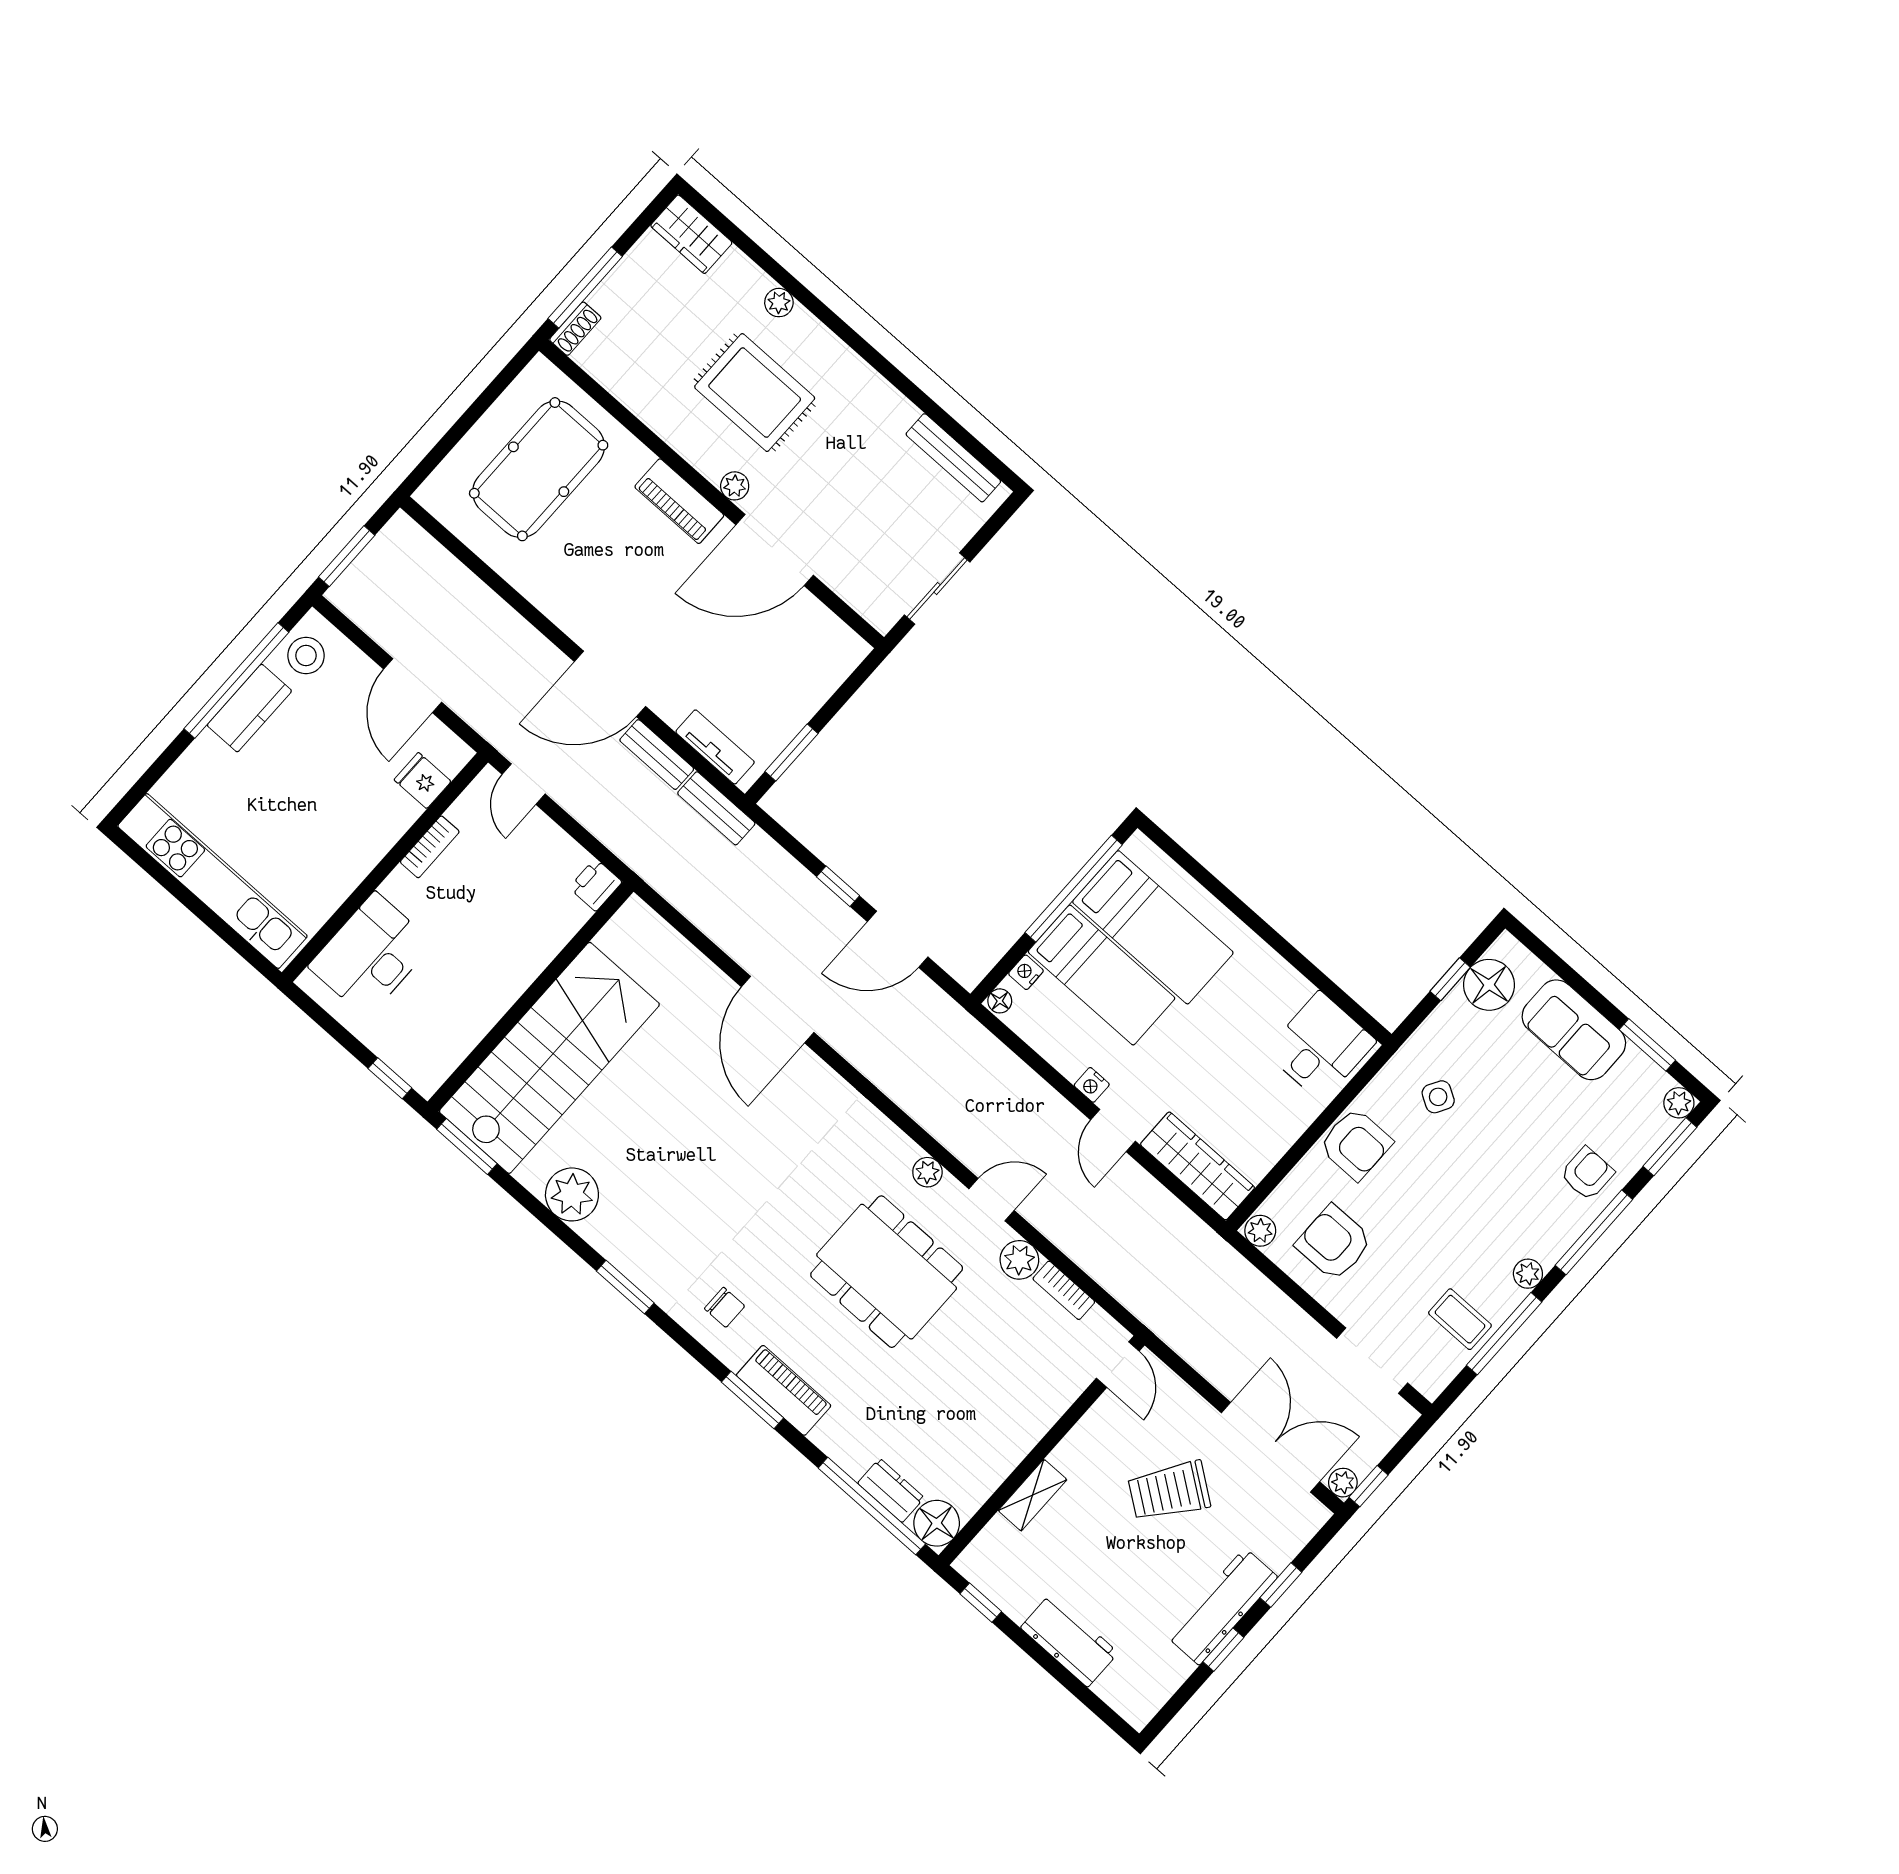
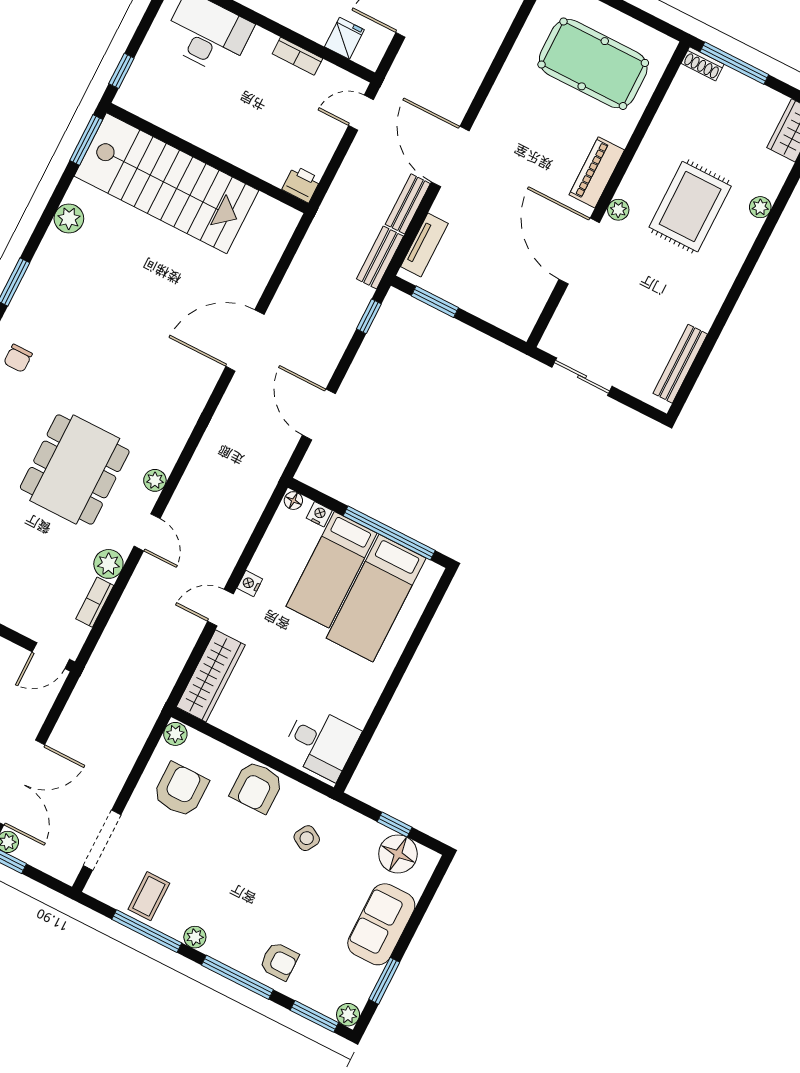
window: (838, 886) -> (369, 316), moved
plant: (572, 1194) -> (69, 219), width x0.73, depth x0.73

